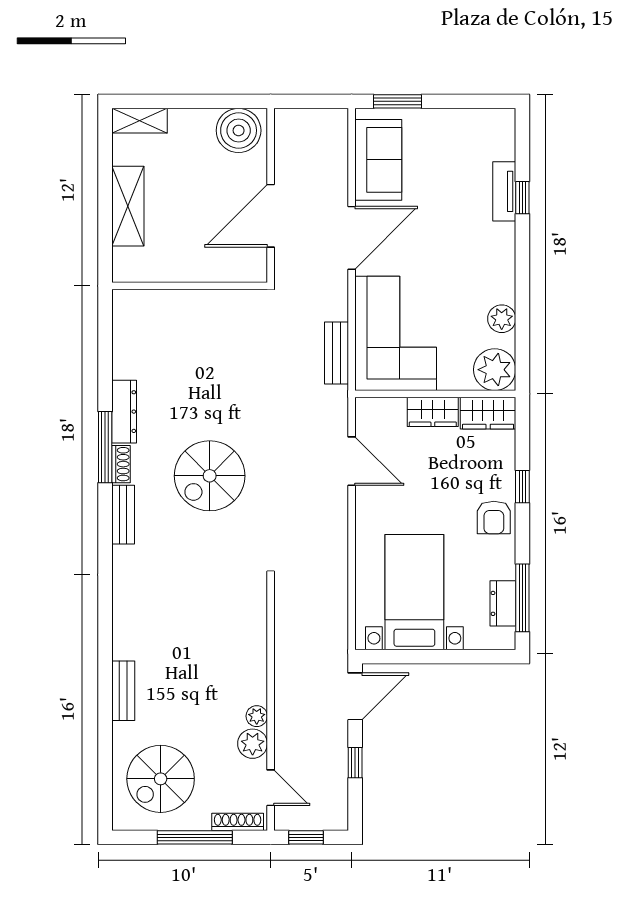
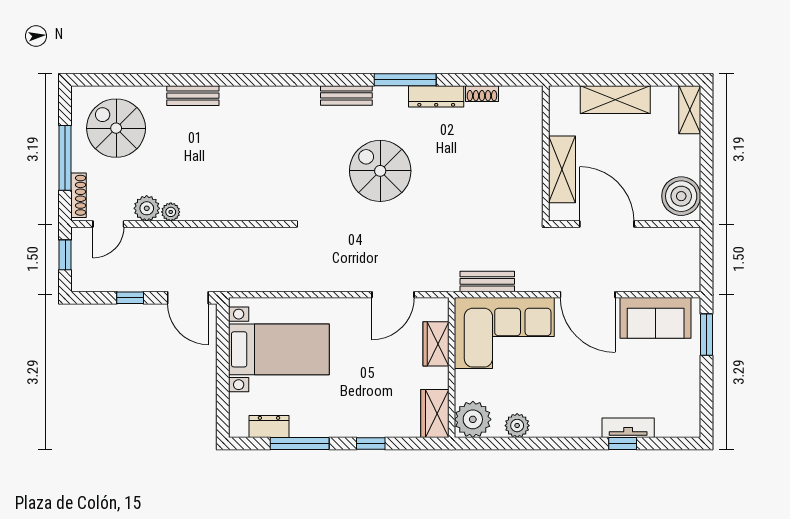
shelving: (208, 267) -> (562, 169), added
wardrobe: (433, 412) -> (436, 344), moved
shoe rack: (121, 464) -> (482, 94), moved
armchair: (494, 517) -> (344, 419), removed
window: (522, 598) -> (300, 444), moved

